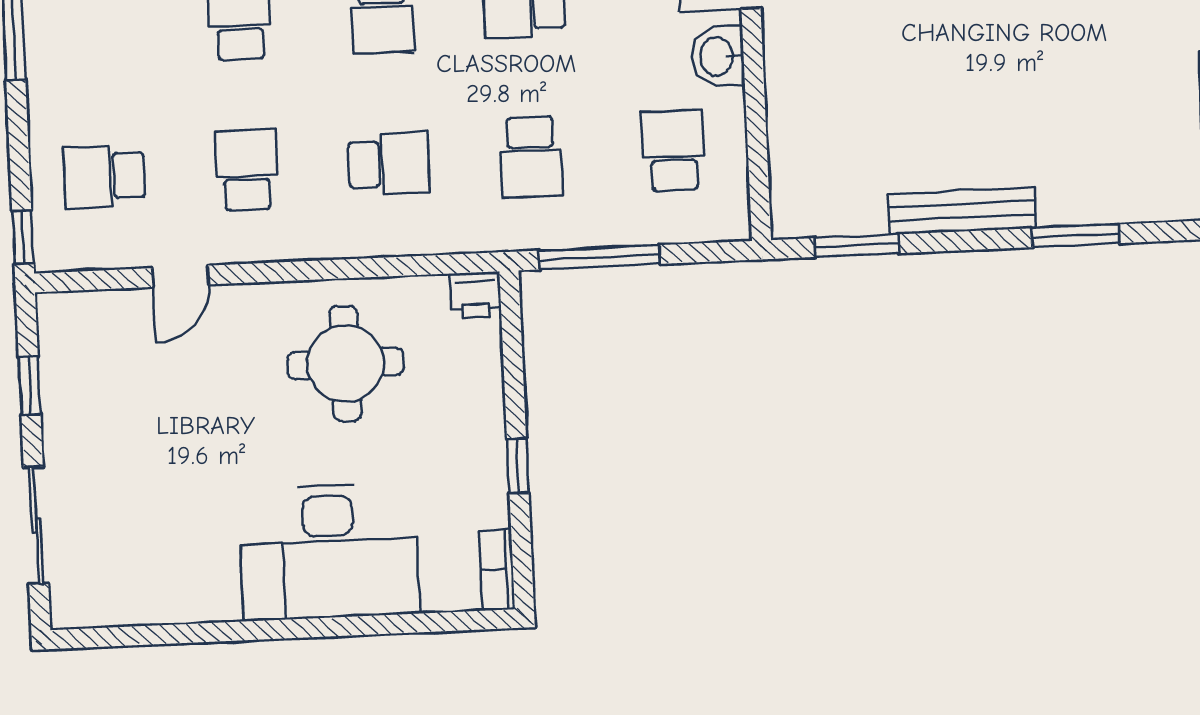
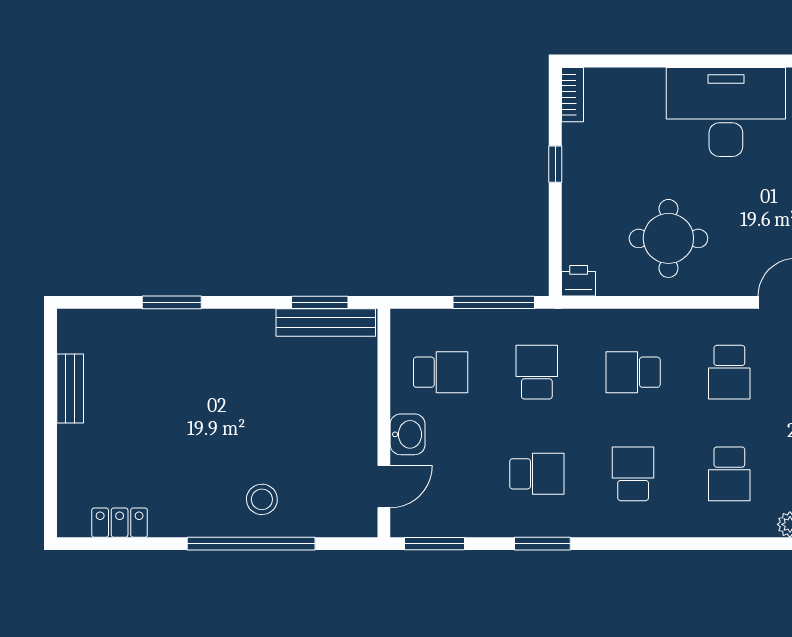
school desk: (673, 150) -> (441, 372), turned -90
bench: (962, 211) -> (326, 323), moved
desk: (329, 552) -> (726, 112), moved

